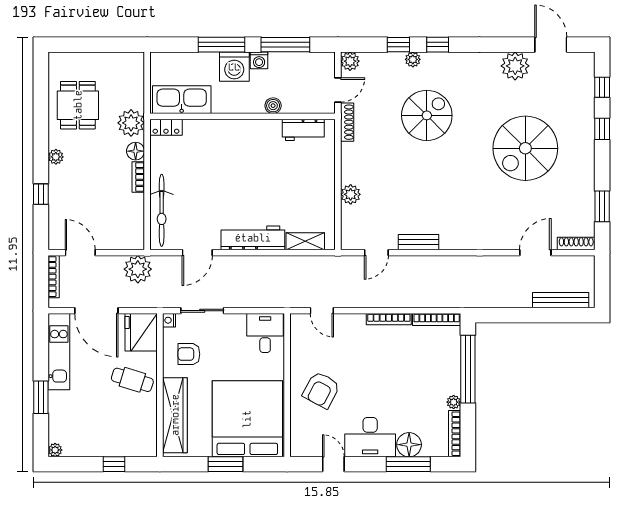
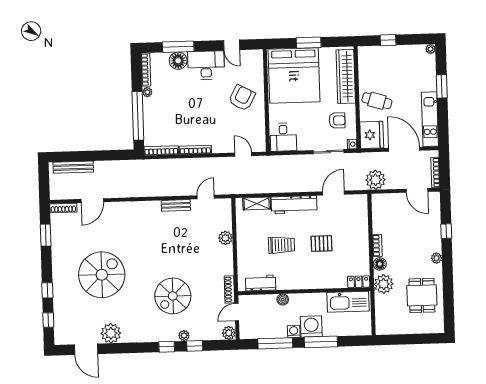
pallet: (216, 182) -> (322, 244), added
trolley: (272, 182) -> (282, 245), added
bicycle: (162, 210) -> (360, 222), removed

